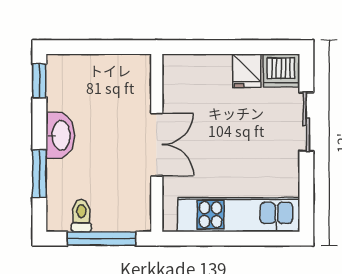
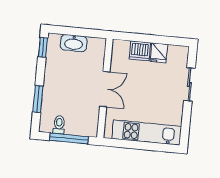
dishwasher: (281, 70) -> (140, 51), moved
washbasin: (60, 135) -> (74, 43), moved, turned 90

